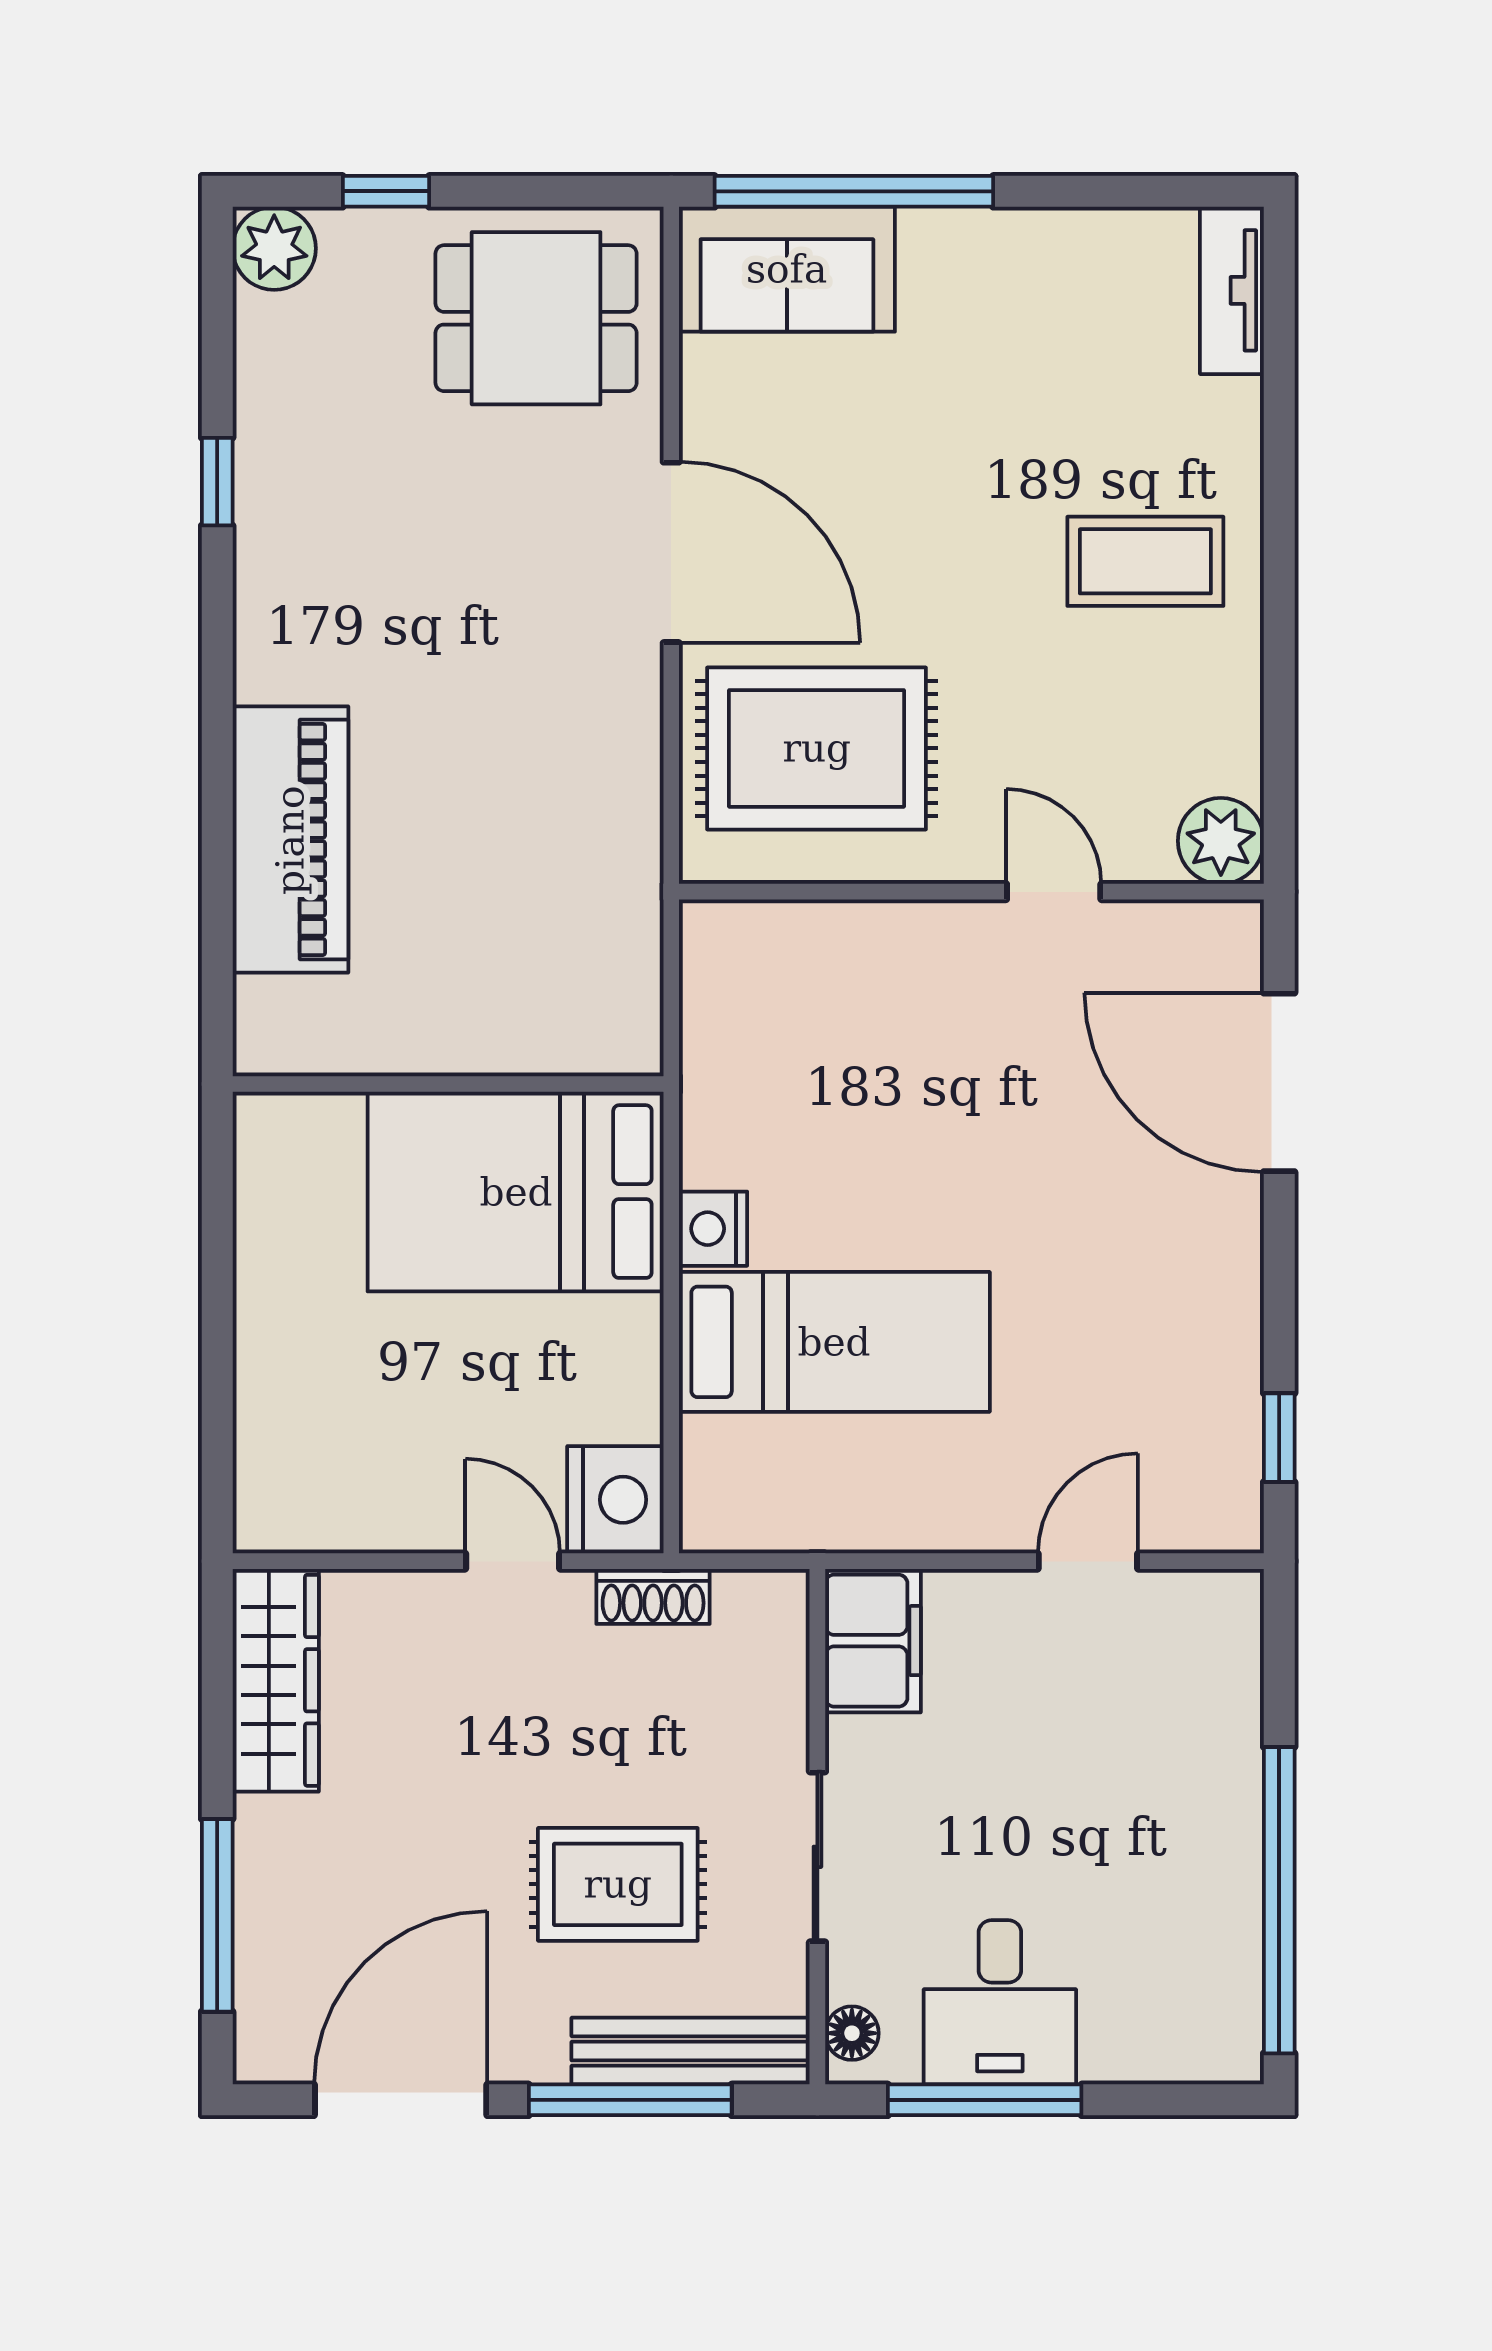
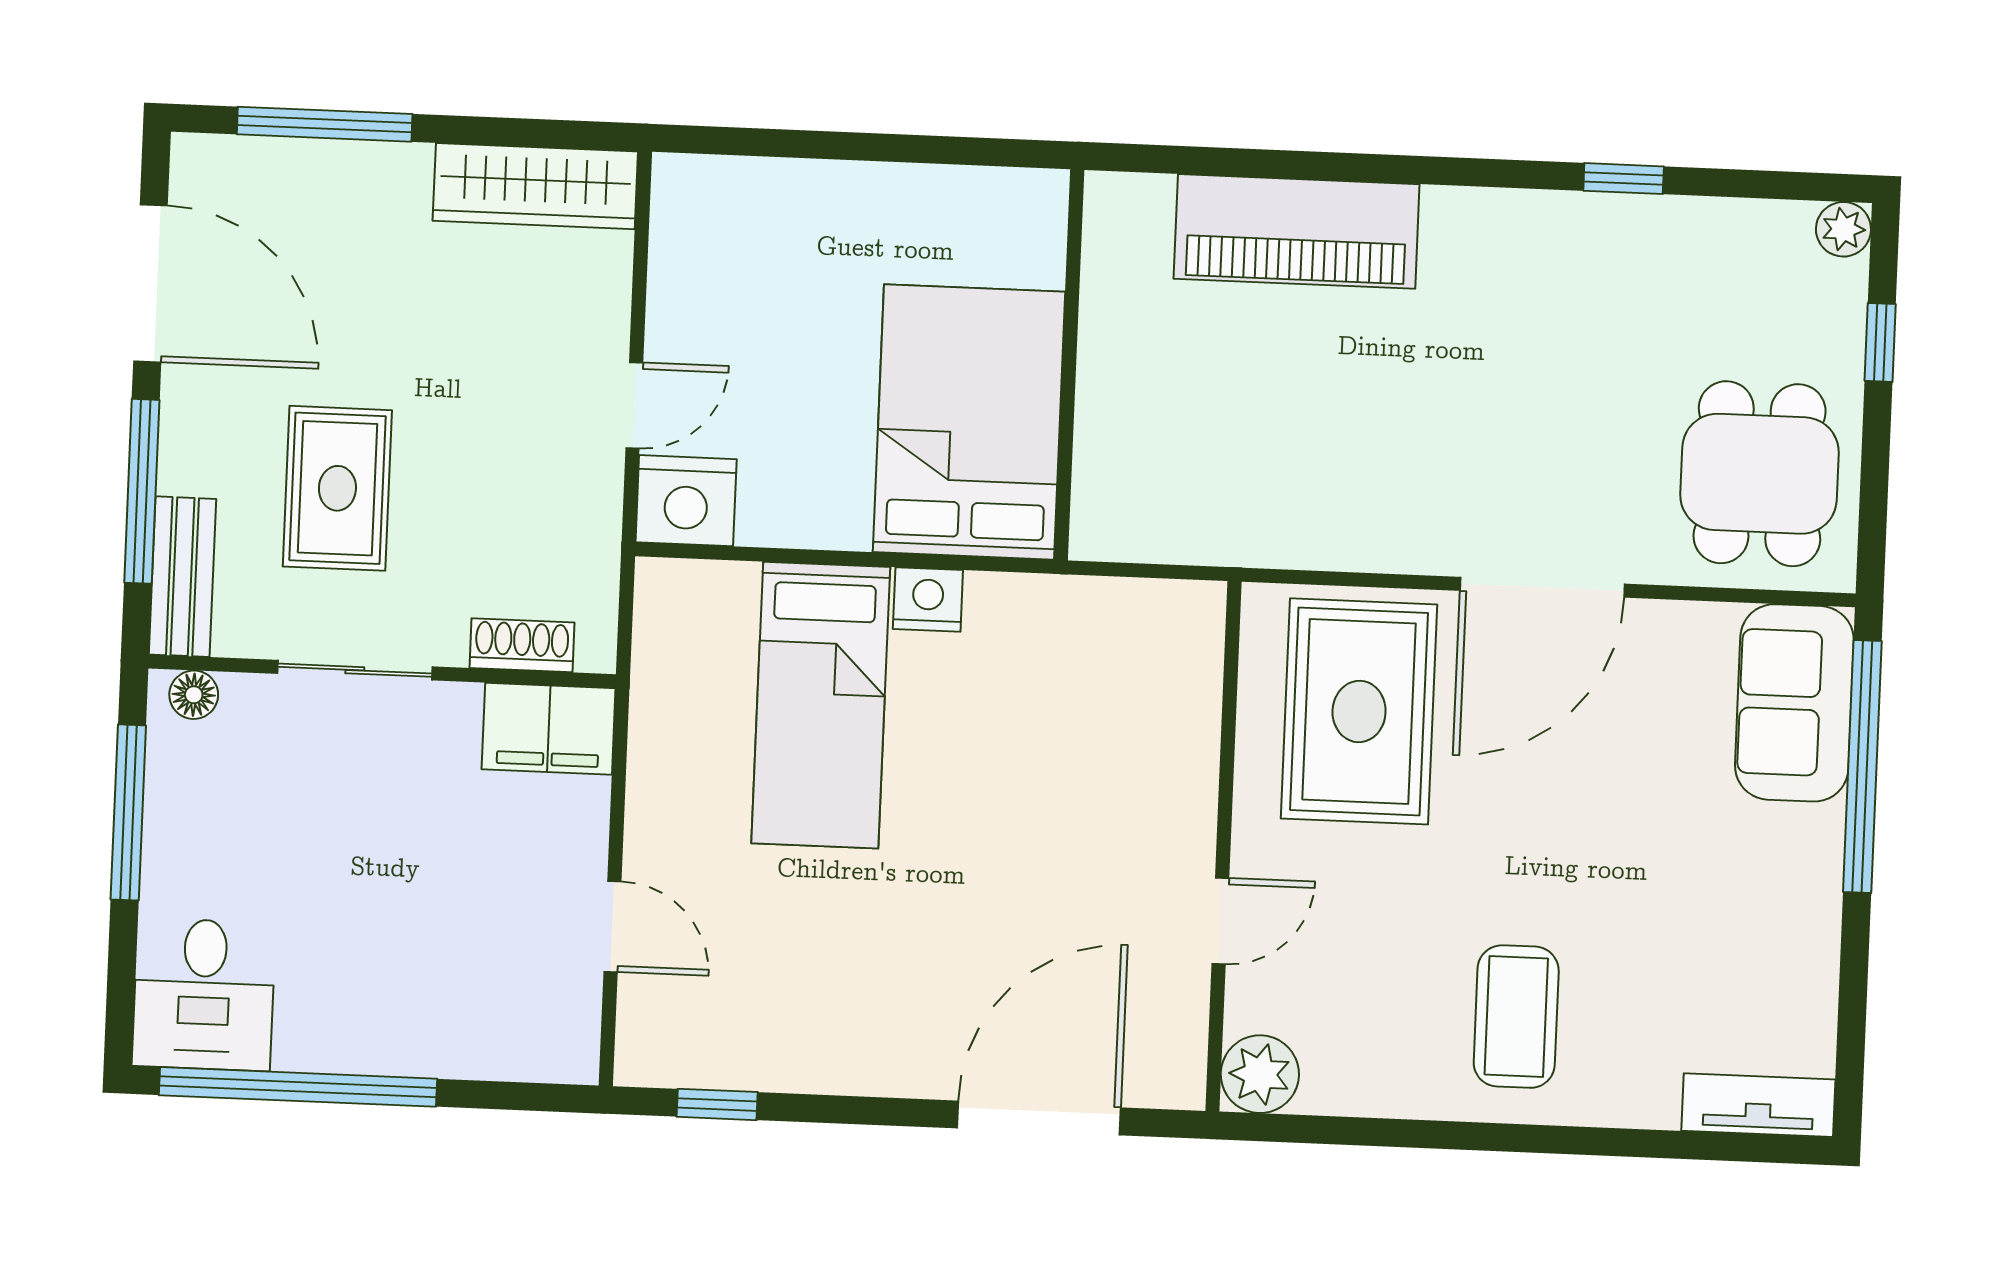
plant: (274, 248) -> (1843, 229), width x0.73, depth x0.73
shoe rack: (653, 1596) -> (522, 645), moved, turned 90
desk: (1000, 2002) -> (204, 994), moved, turned -90
bench: (691, 2051) -> (182, 577), width x0.73

